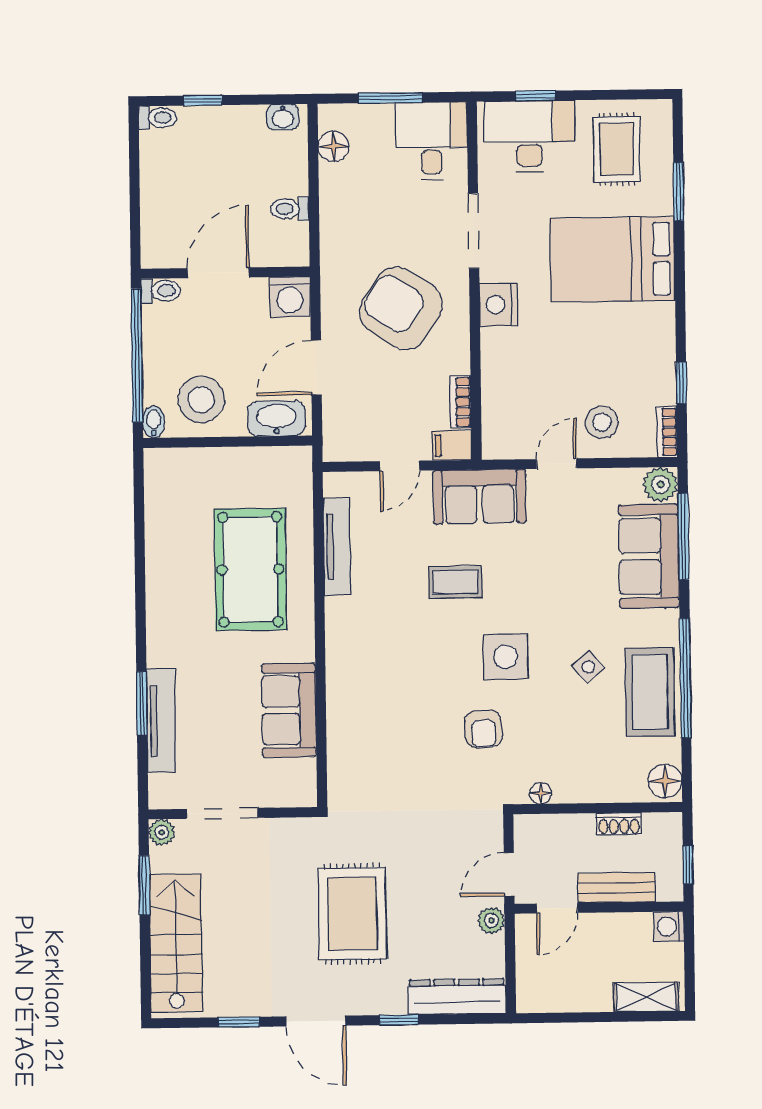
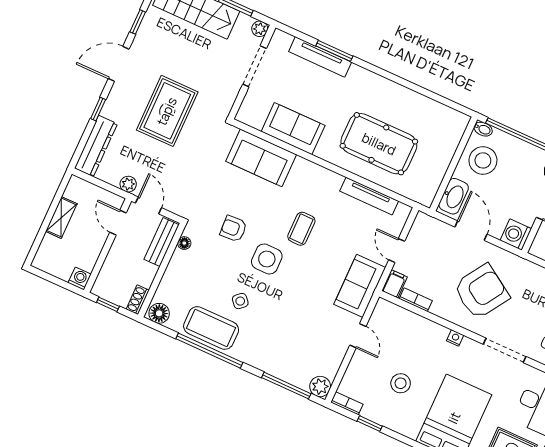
nightstand: (499, 305) -> (455, 338), width x0.53, depth x0.56
stool: (602, 422) -> (401, 383), moved
sofa: (649, 556) -> (261, 158), moved, turned 180
coffee table: (455, 582) -> (301, 229), moved
shoe rack: (619, 824) -> (138, 300), moved
bench: (616, 888) -> (162, 242), moved
rug: (352, 914) -> (167, 111), turned 90
shelving: (646, 997) -> (61, 218), moved

